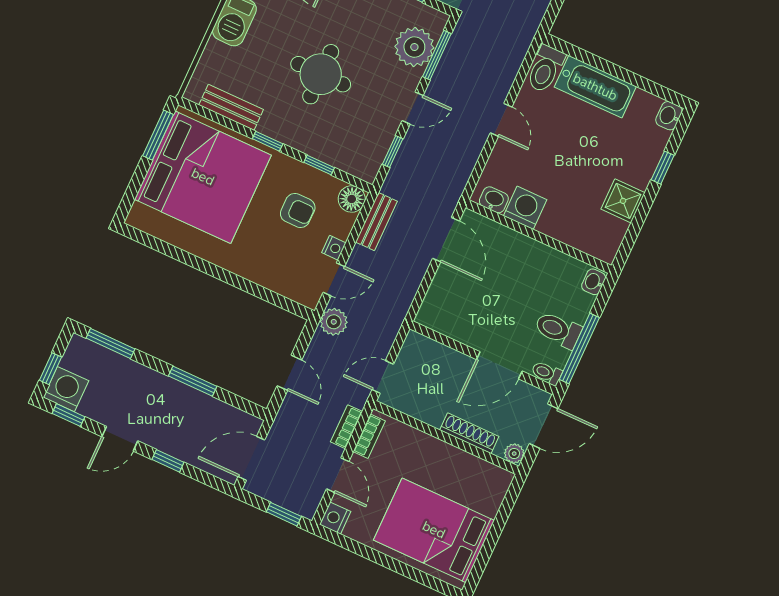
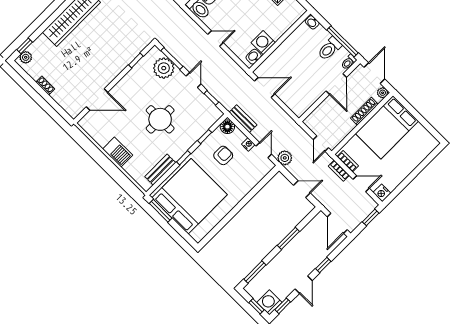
bed: (434, 530) -> (387, 127), moved

